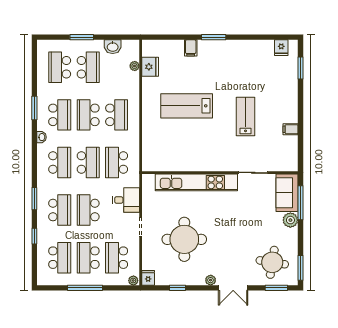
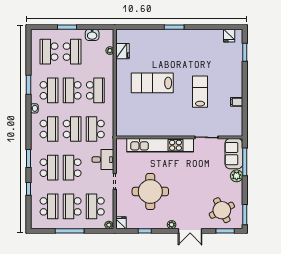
filing cabinet: (191, 48) -> (155, 36), removed
round table: (272, 262) -> (222, 210), turned -36

